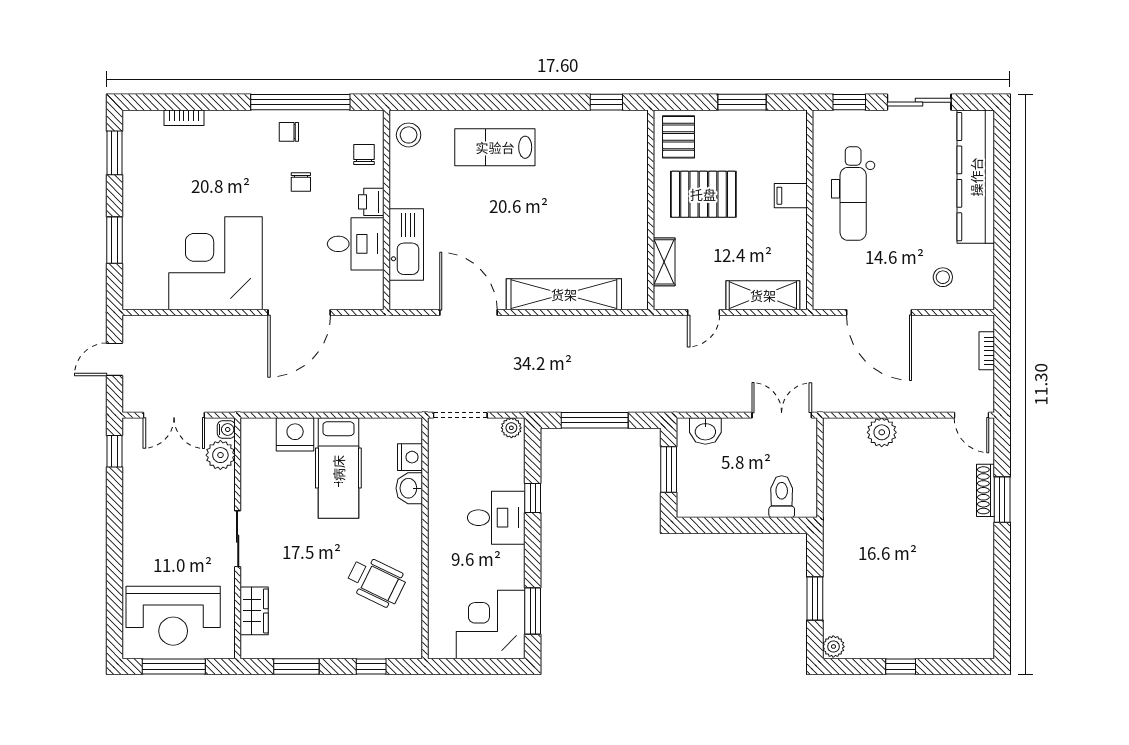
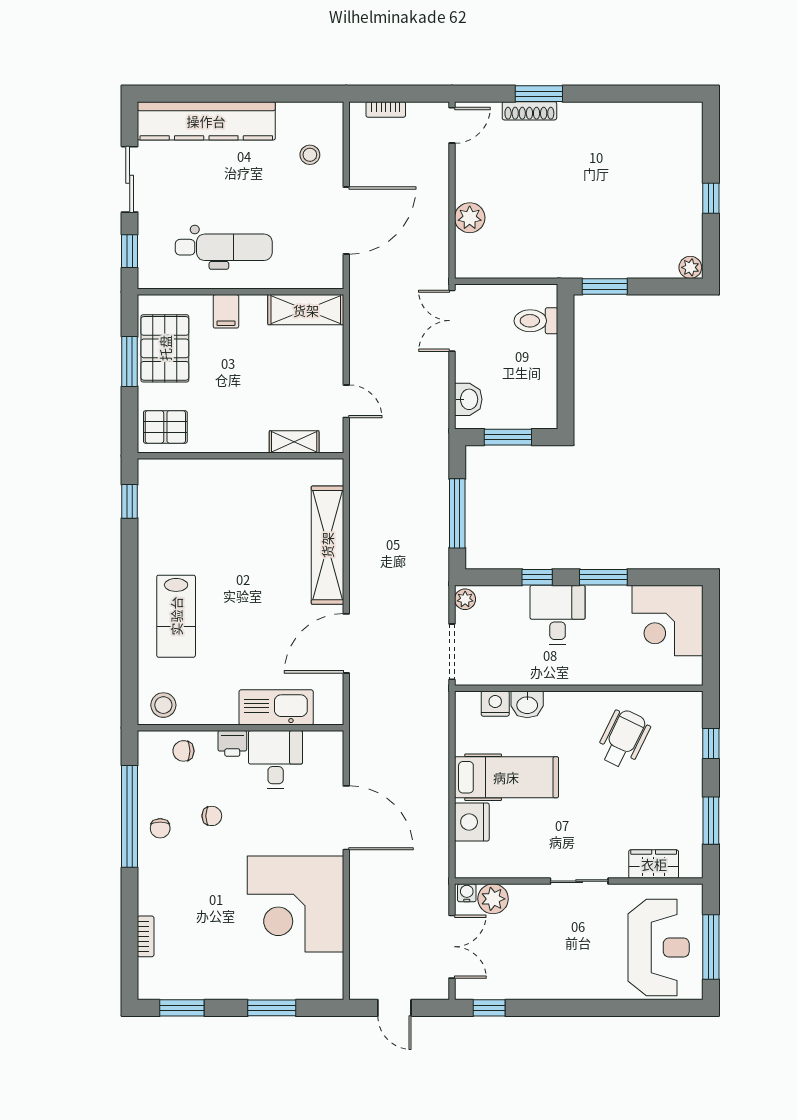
pallet: (703, 194) -> (165, 348), moved
shelving: (763, 295) -> (306, 310), moved, turned 90
window: (815, 598) -> (605, 287), moved
window: (533, 611) -> (603, 577), moved

